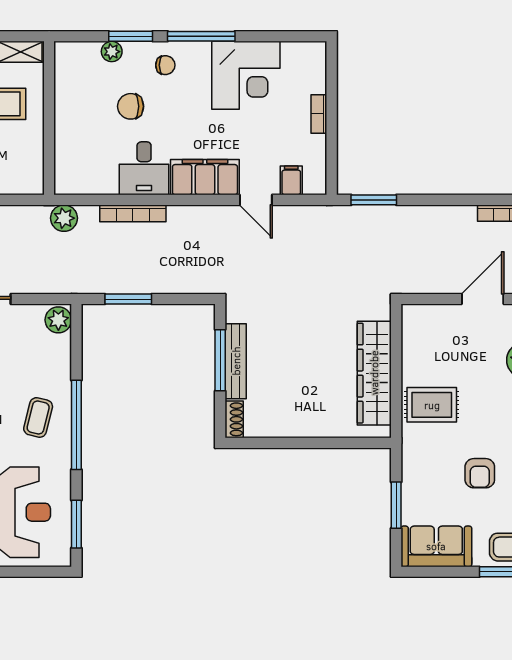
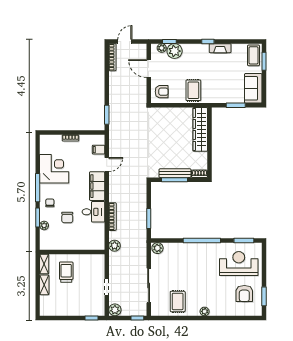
wardrobe: (374, 373) -> (200, 129), moved, turned 90
coffee table: (38, 417) -> (199, 257), removed
armchair: (480, 473) -> (162, 92), moved

